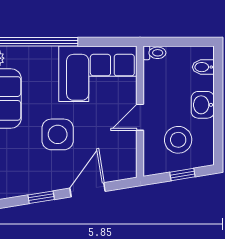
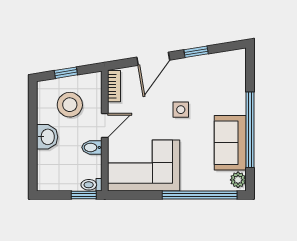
window: (163, 42) -> (84, 195), added
bidet: (203, 67) -> (92, 147), moved, turned 180
side table: (58, 134) -> (181, 110), width x0.54, depth x0.54
bookcase: (130, 160) -> (114, 86), added

